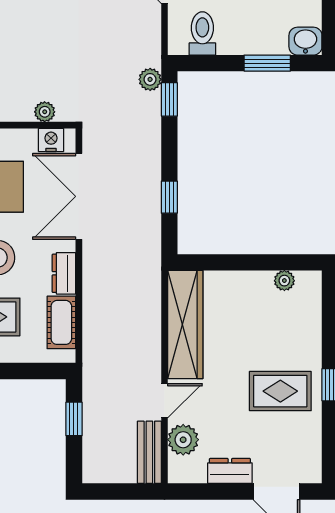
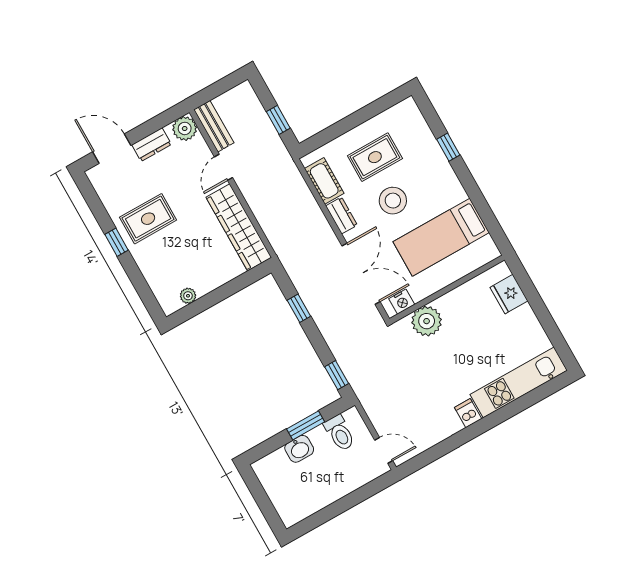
washbasin: (305, 41) -> (299, 449), moved
window: (267, 63) -> (306, 425), moved
plant: (150, 79) -> (358, 381), removed
plant: (45, 112) -> (427, 321), width x1.88, depth x1.88
plant: (183, 440) -> (185, 128), moved

